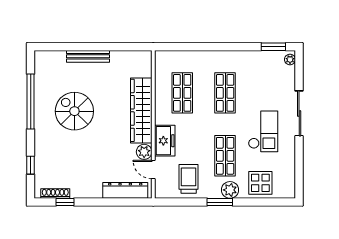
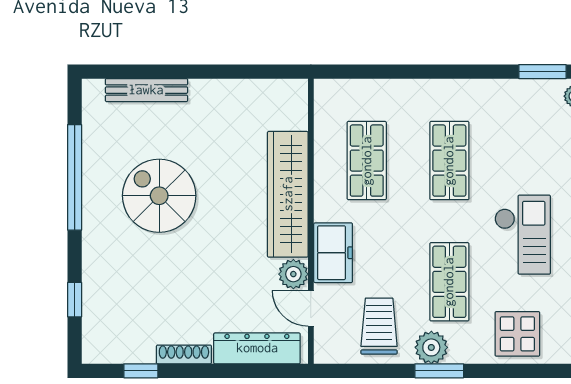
bench: (88, 56) -> (146, 90), moved
plant: (230, 190) -> (431, 347), moved
shoe rack: (55, 194) -> (184, 354), moved

